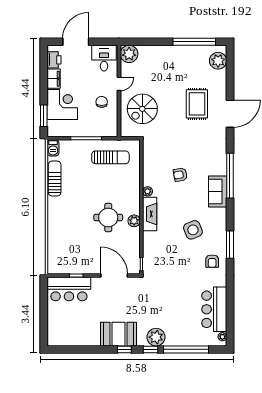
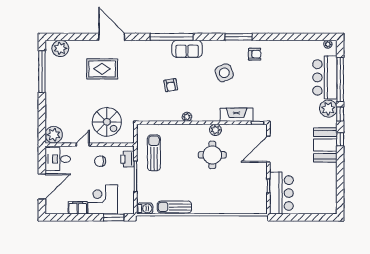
door: (76, 42) -> (42, 186), swing flipped
printer: (54, 60) -> (128, 159), moved, turned -90
door: (119, 84) -> (83, 145), hinge flipped
fireplace: (150, 214) -> (237, 115), moved
bar counter: (214, 309) -> (325, 77), moved, turned 90

